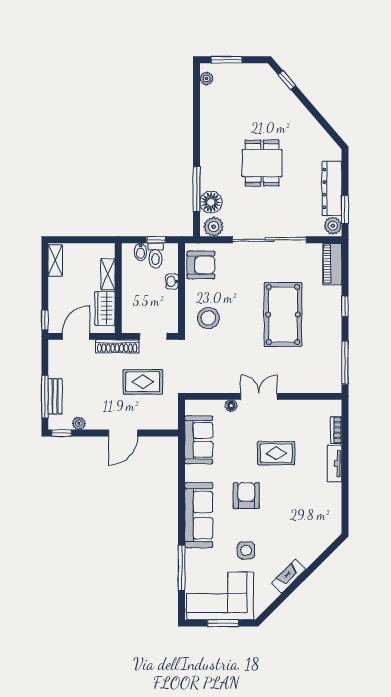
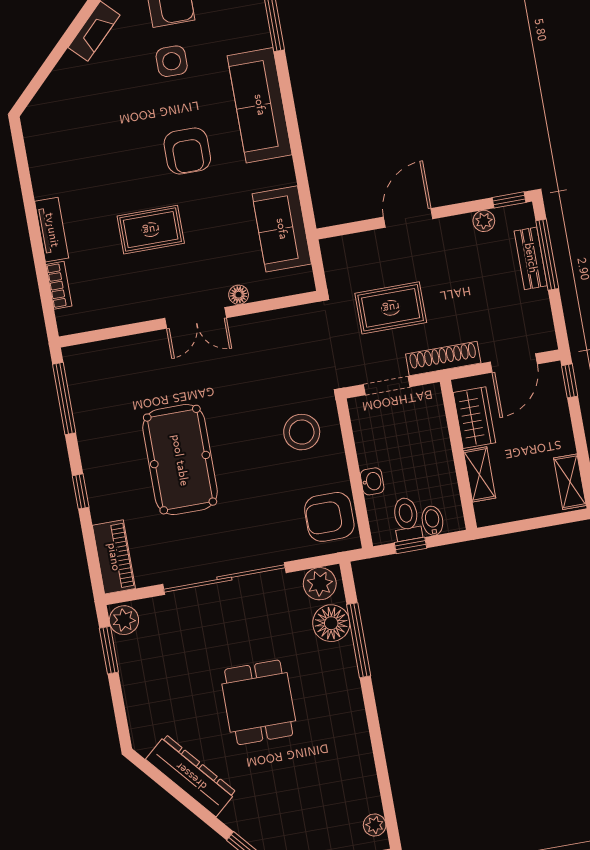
dresser: (332, 188) -> (191, 776), moved, turned -41

